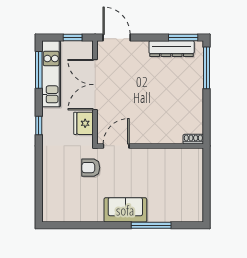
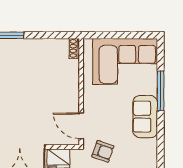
armchair: (91, 168) -> (103, 151), turned -71
corner sofa: (180, 190) -> (125, 61), added

